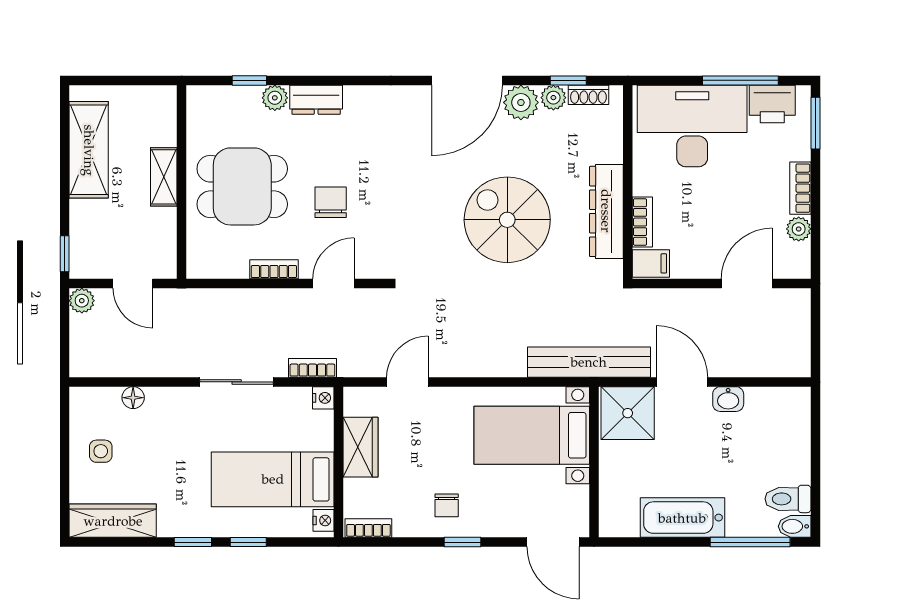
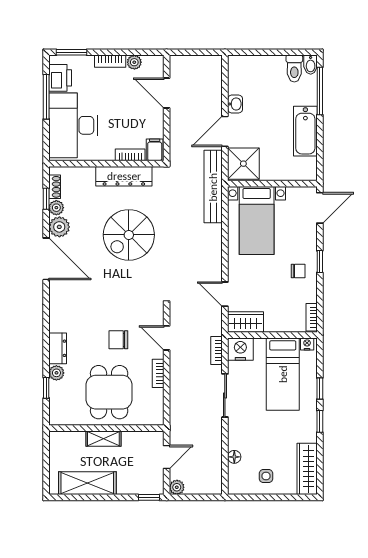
nightstand: (323, 398) -> (240, 349), width x1.89, depth x1.79
wardrobe: (361, 447) -> (246, 322), moved

